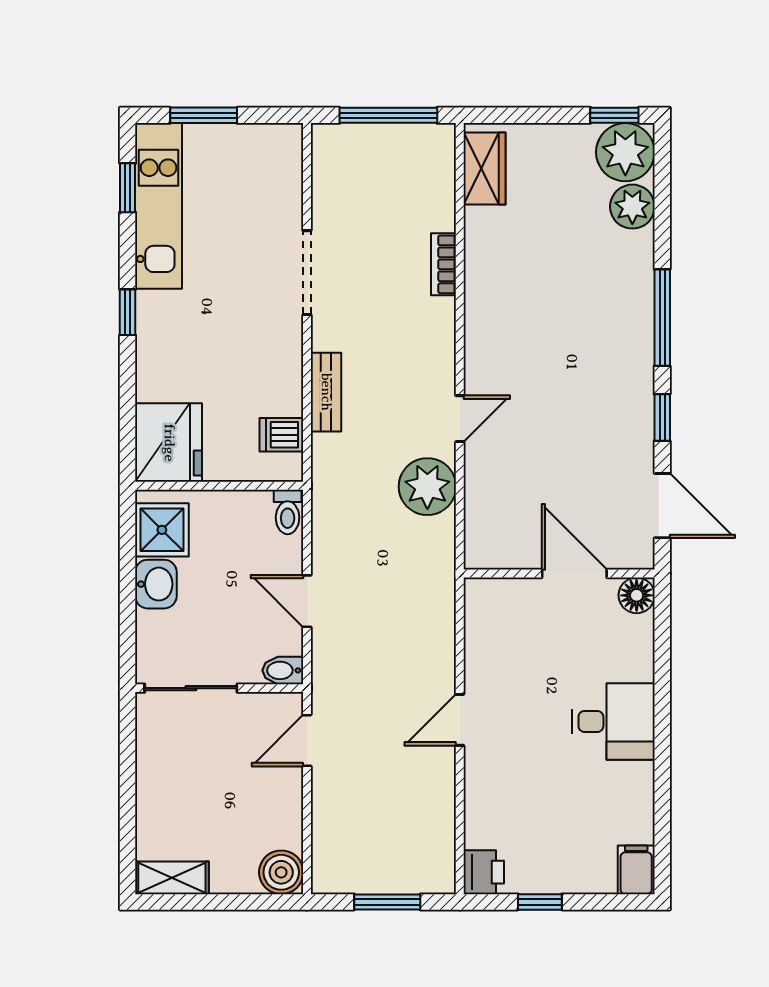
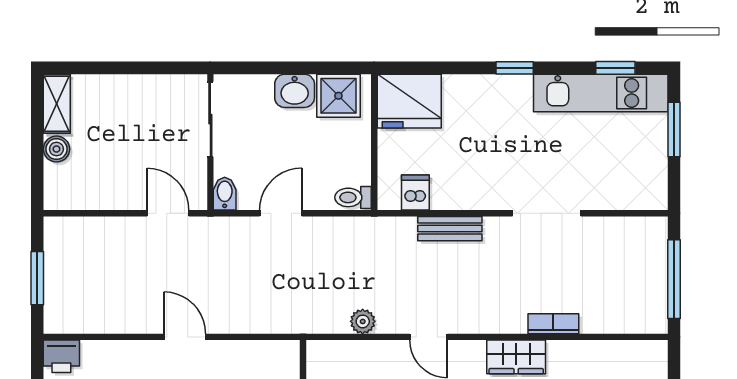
wardrobe: (485, 169) -> (516, 357), moved
plant: (427, 487) -> (363, 321), width x0.53, depth x0.53
boiler: (281, 872) -> (56, 149), moved, width x0.73, depth x0.73

